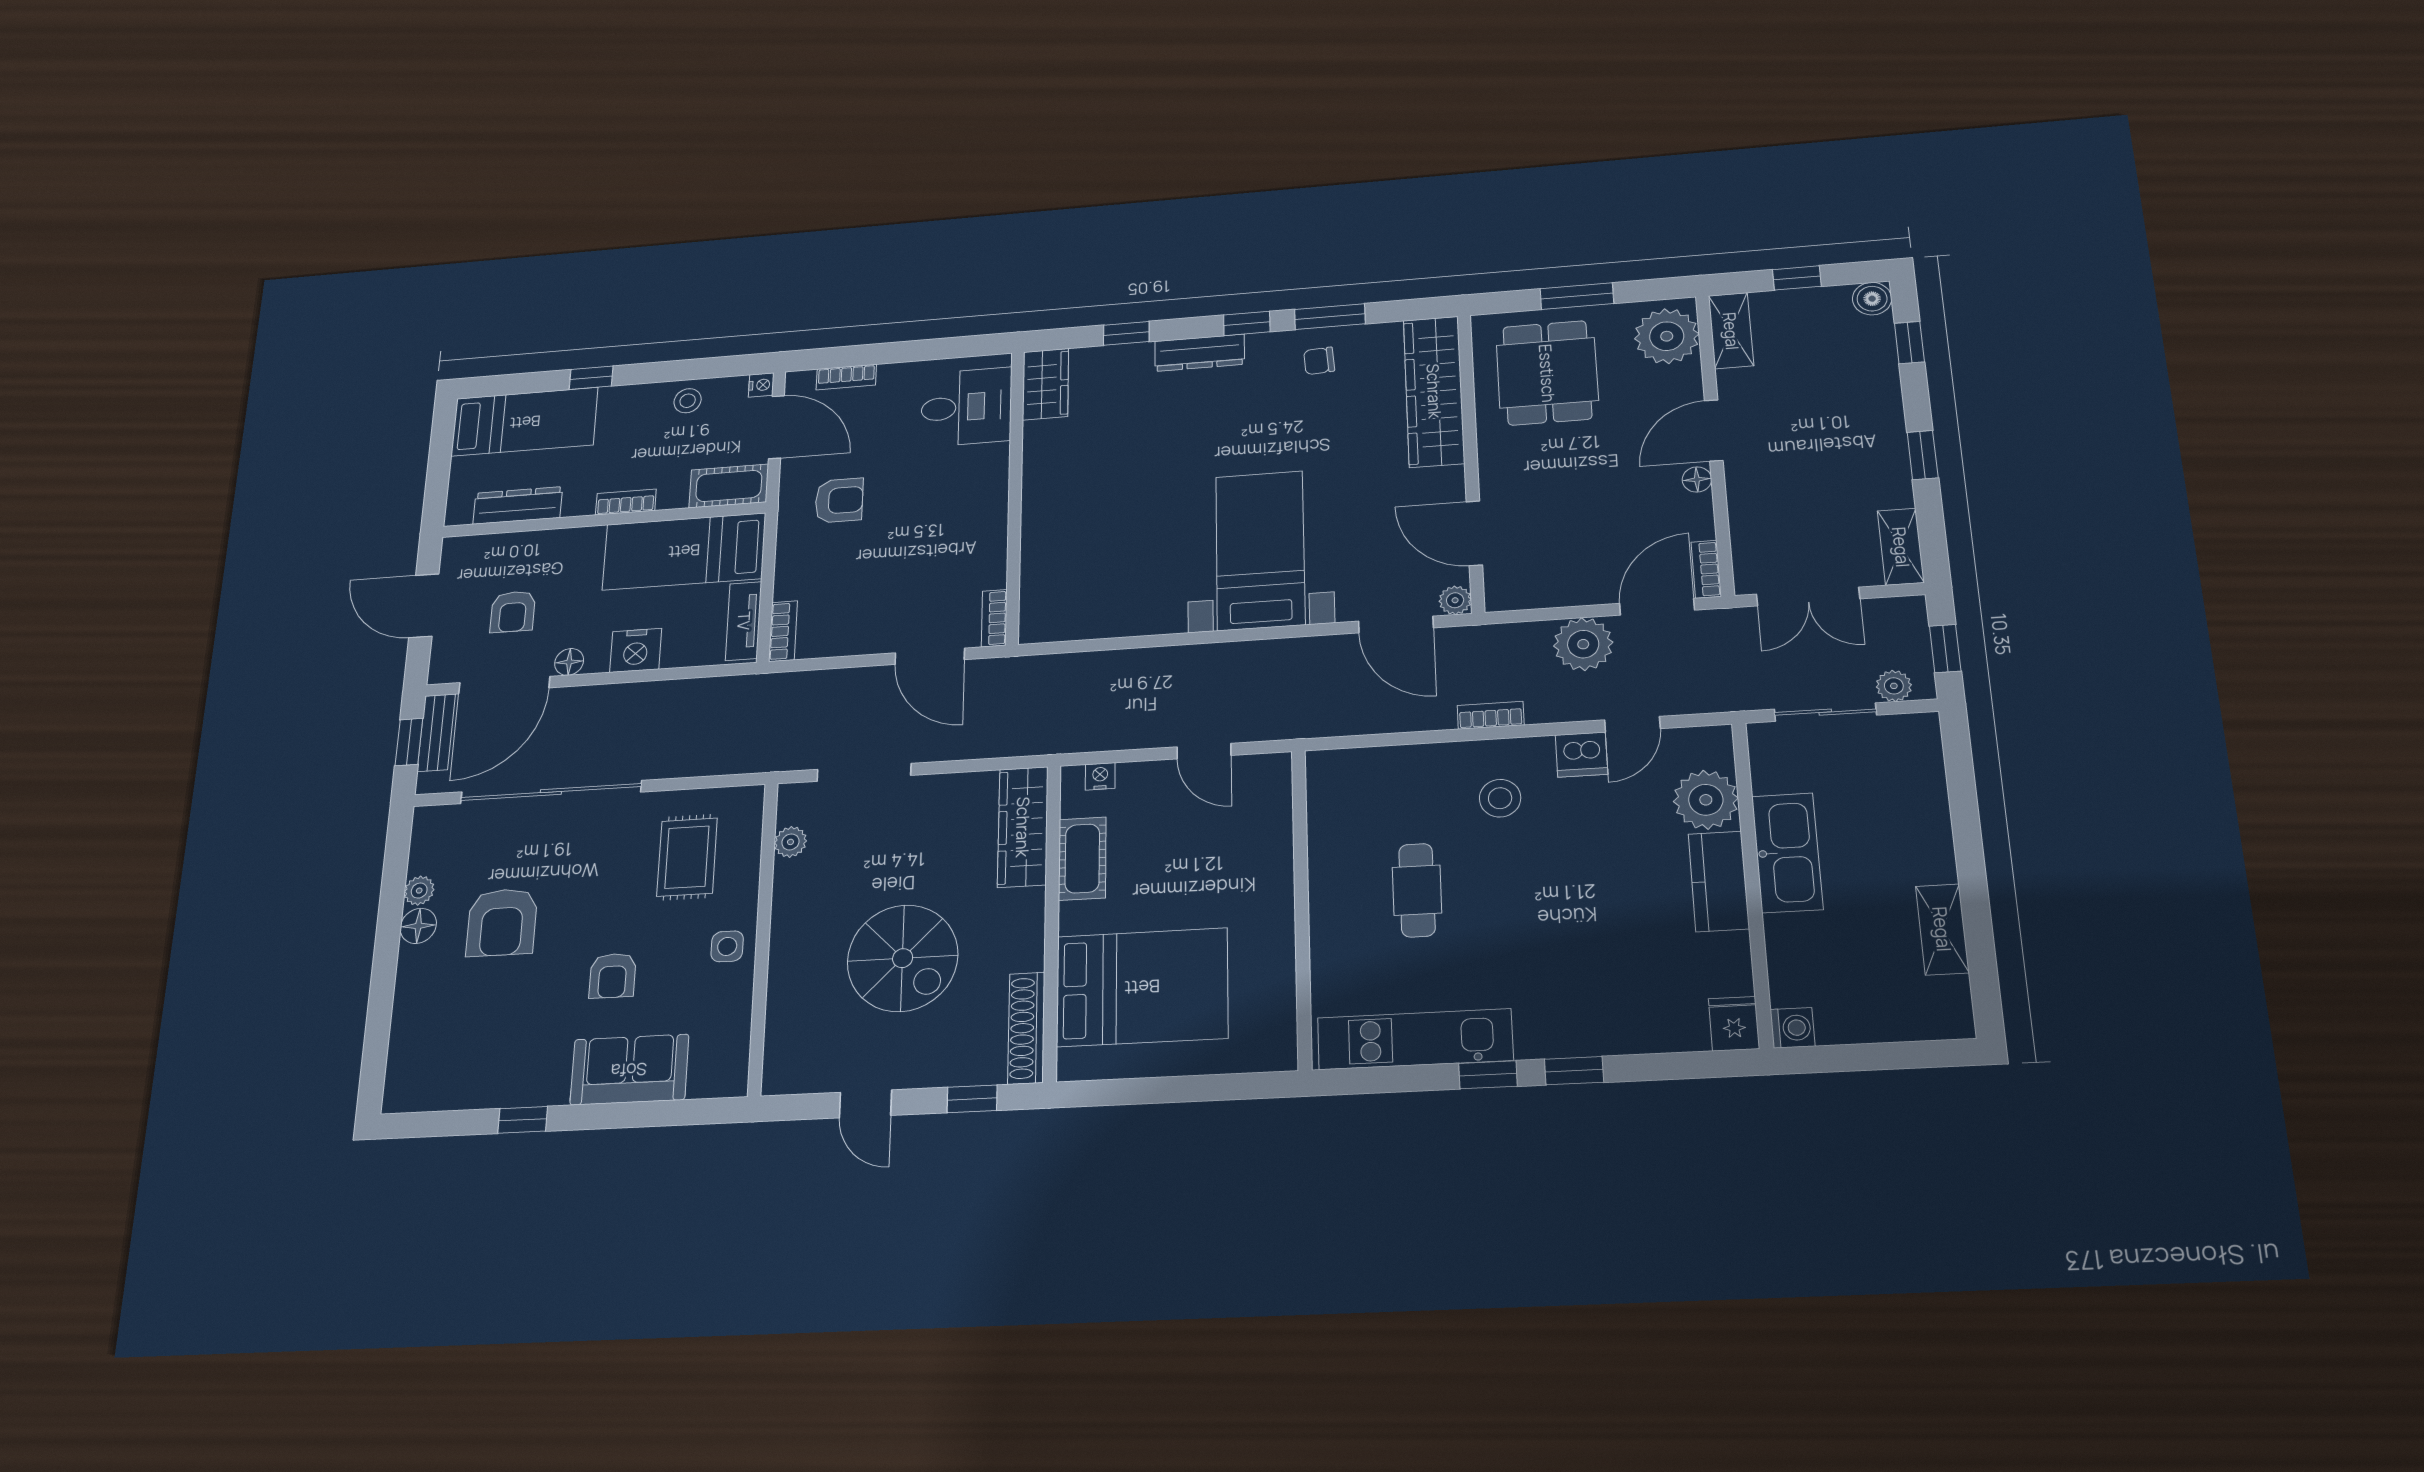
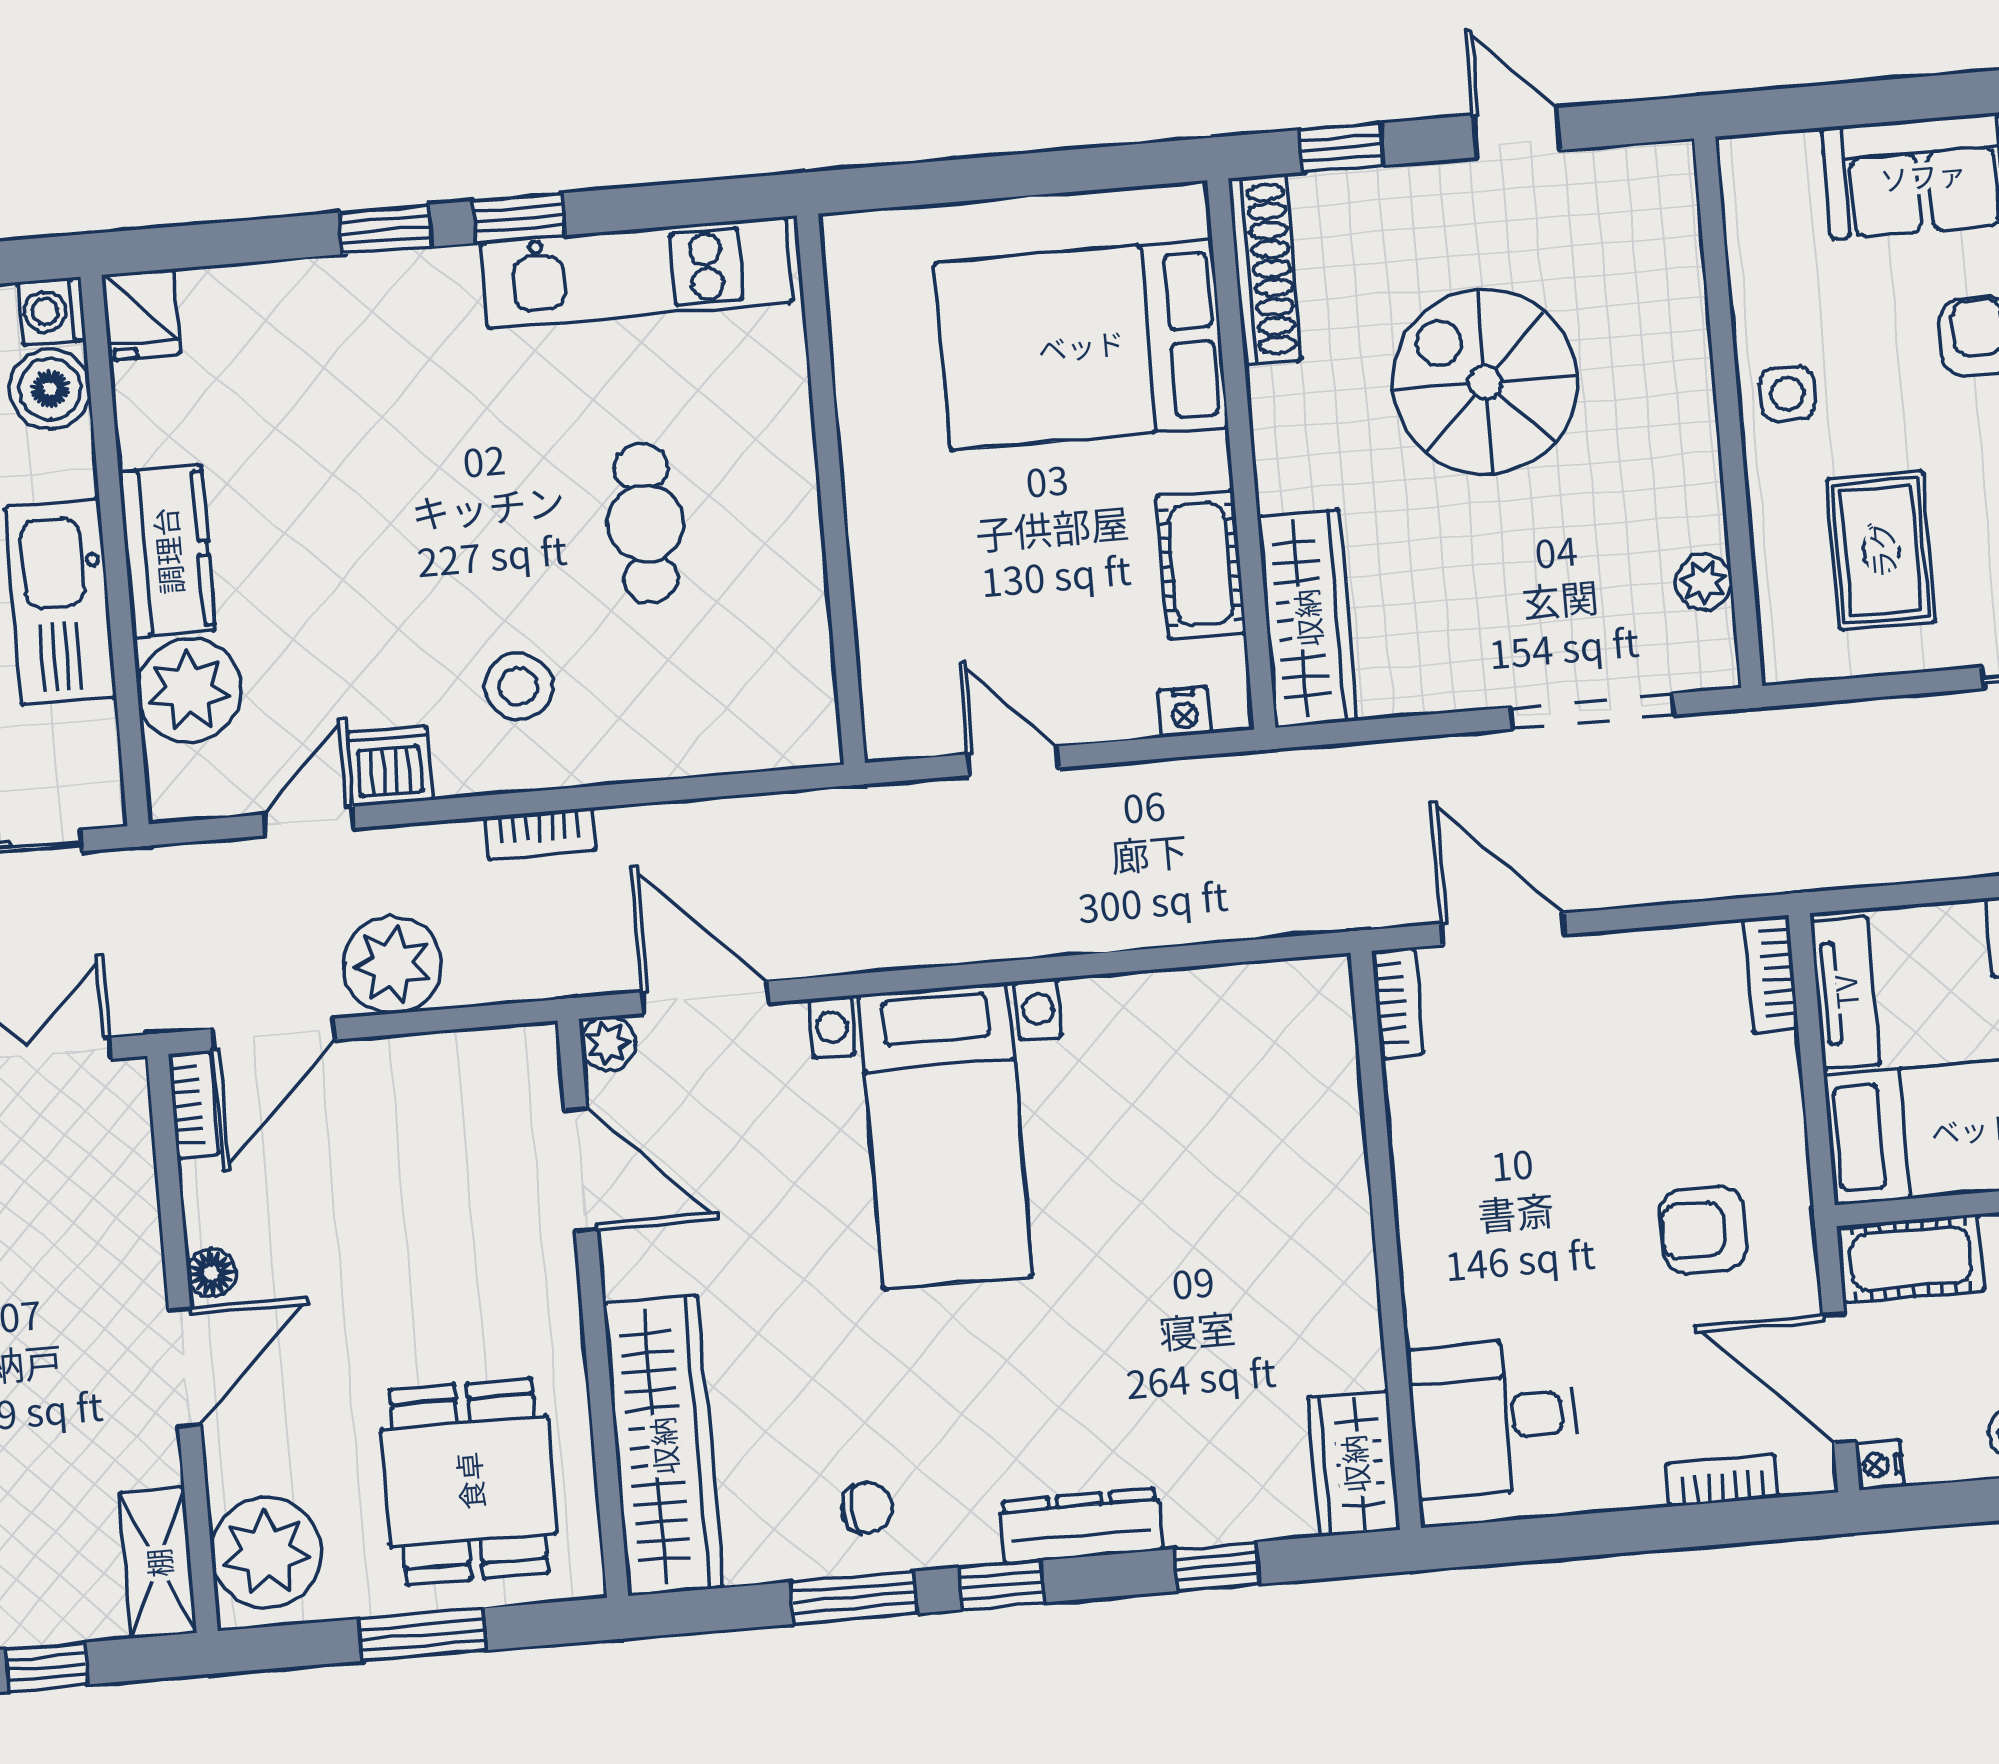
boiler: (1794, 980) -> (50, 389), added

